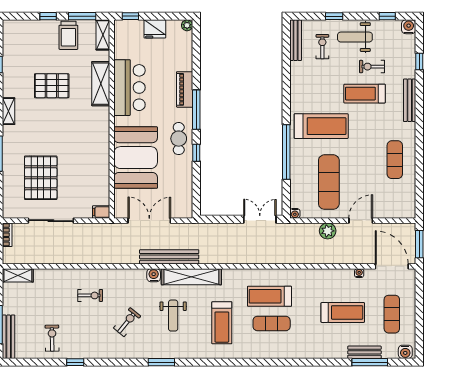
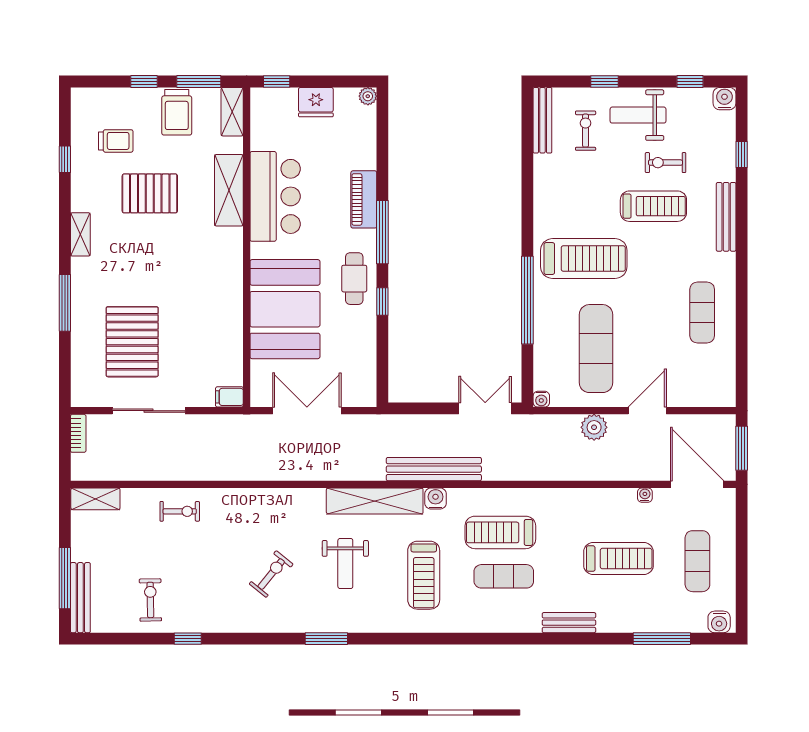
trolley: (31, 53) -> (116, 141), added
treadmill: (365, 94) -> (653, 206), turned 180
bench: (169, 257) -> (434, 469), moved
water cooler: (154, 275) -> (436, 498), moved
exercise bike: (90, 295) -> (180, 511), moved
bench: (364, 352) -> (569, 623), moved

